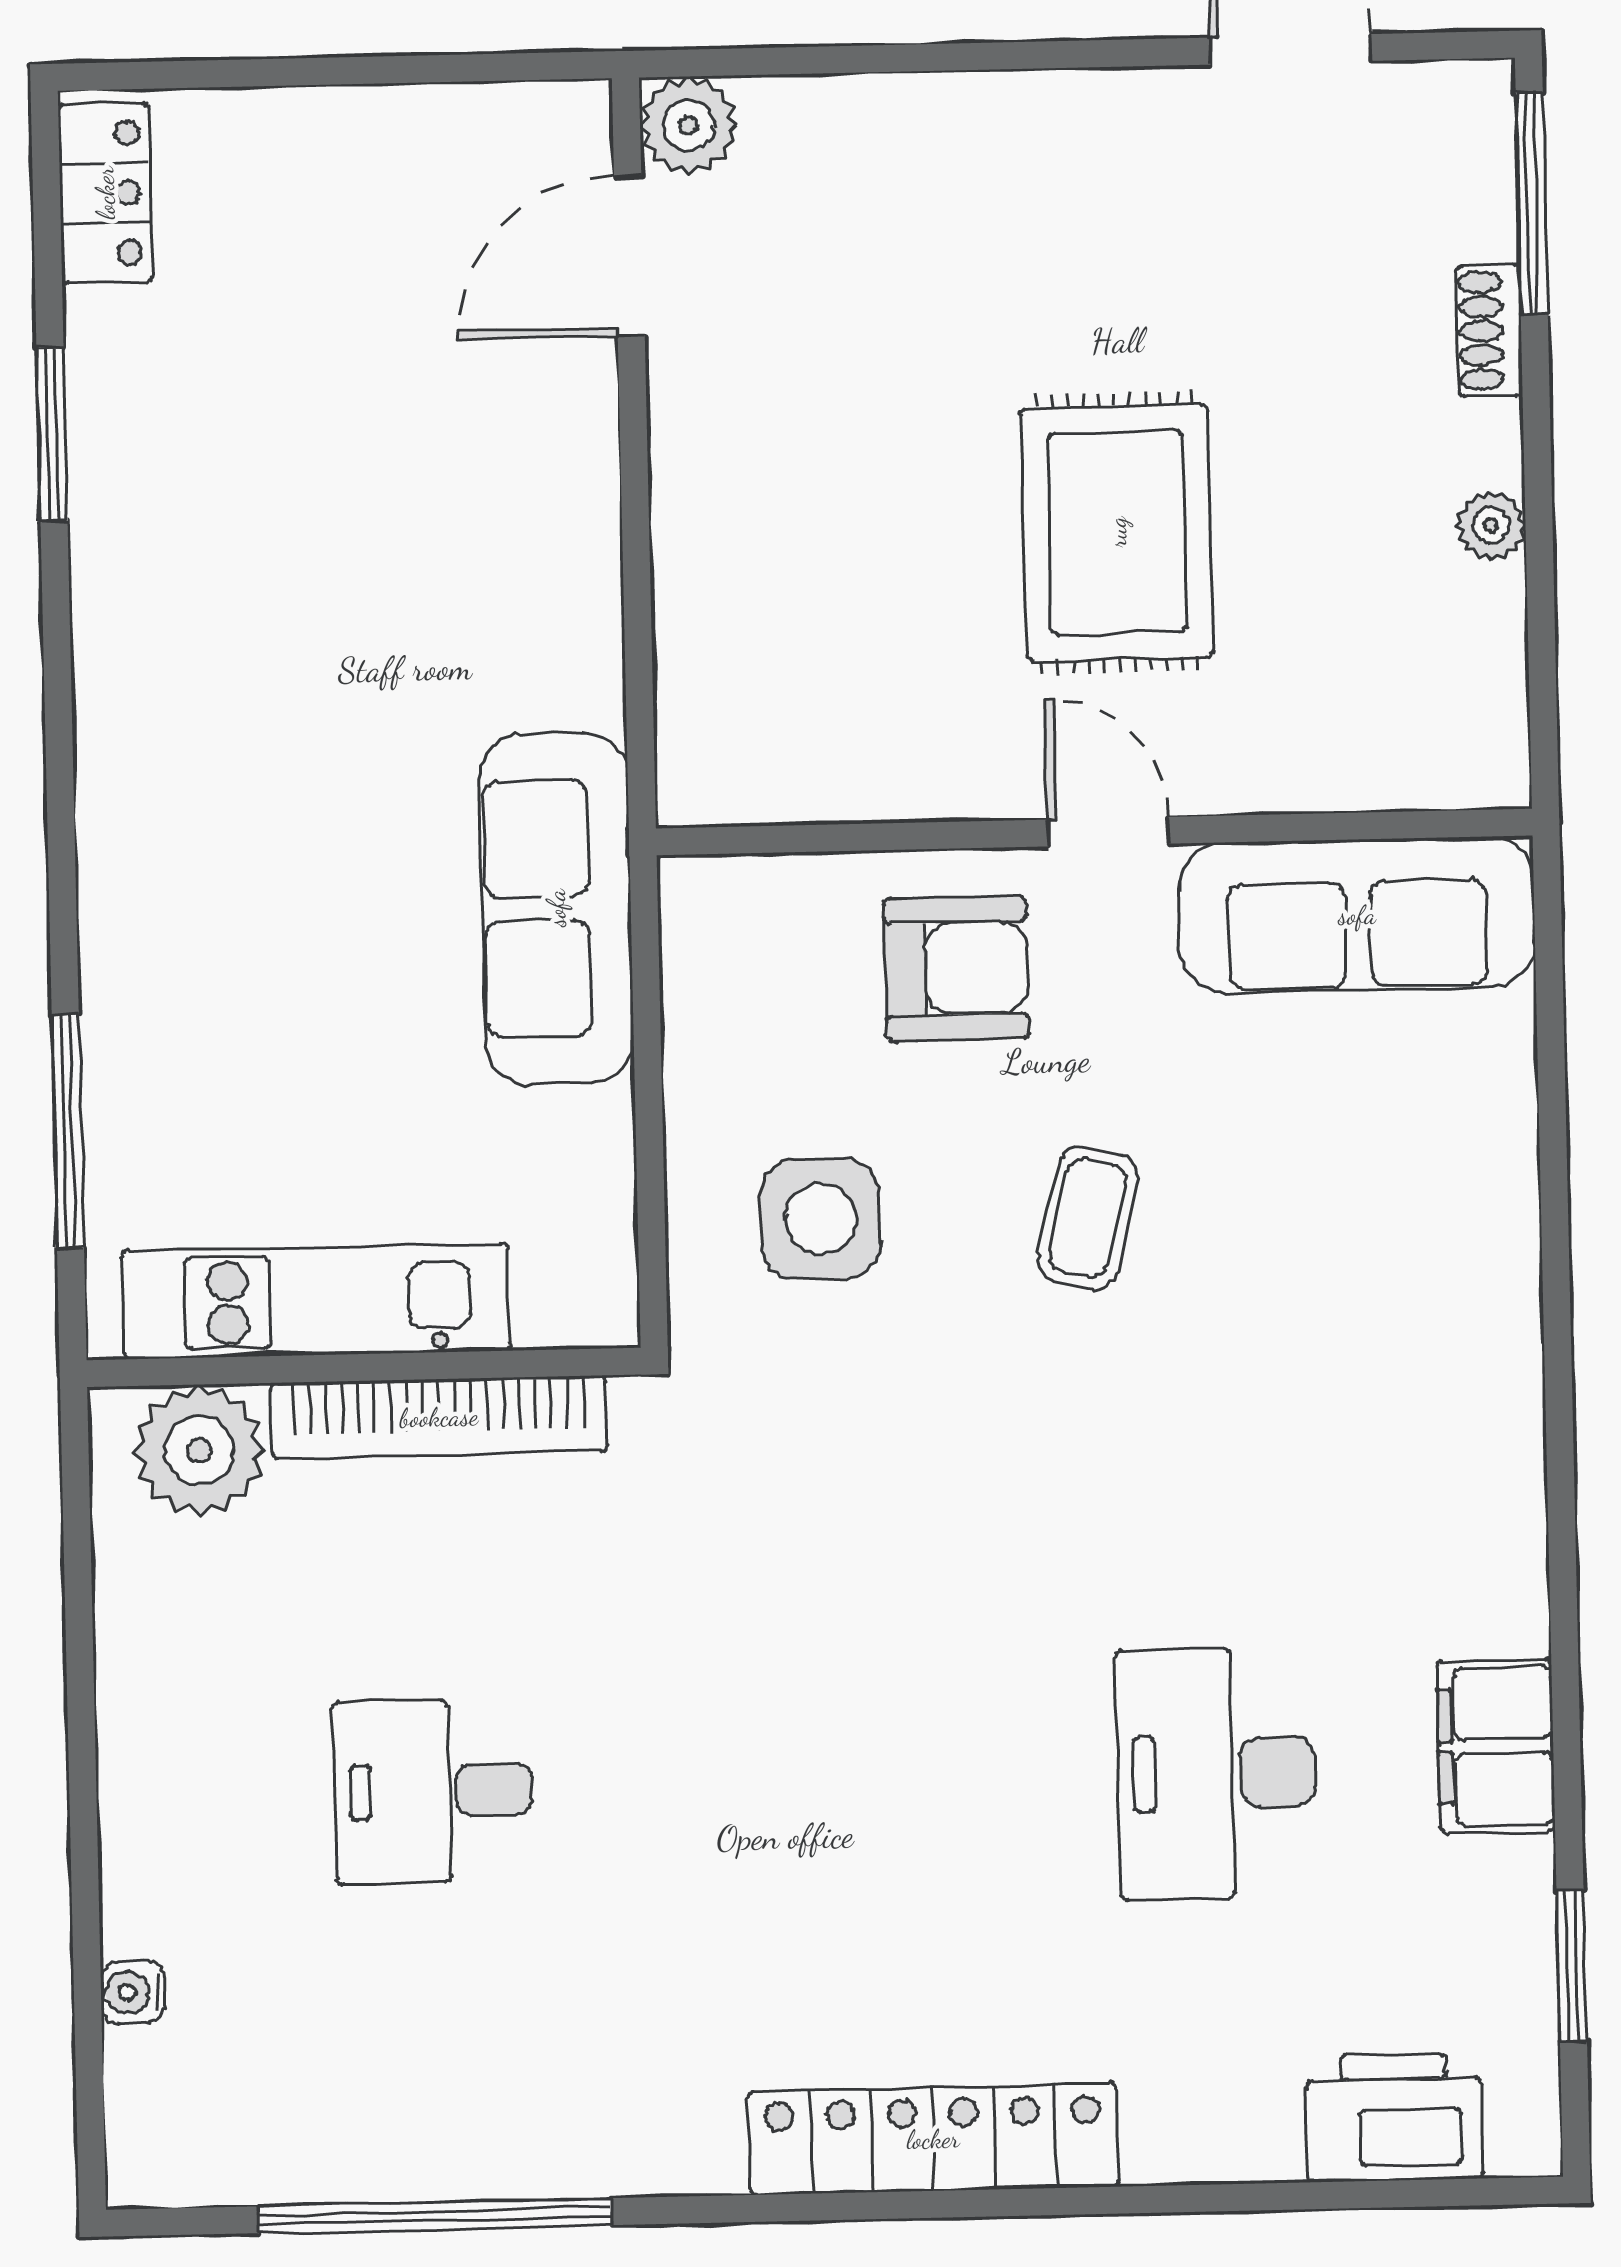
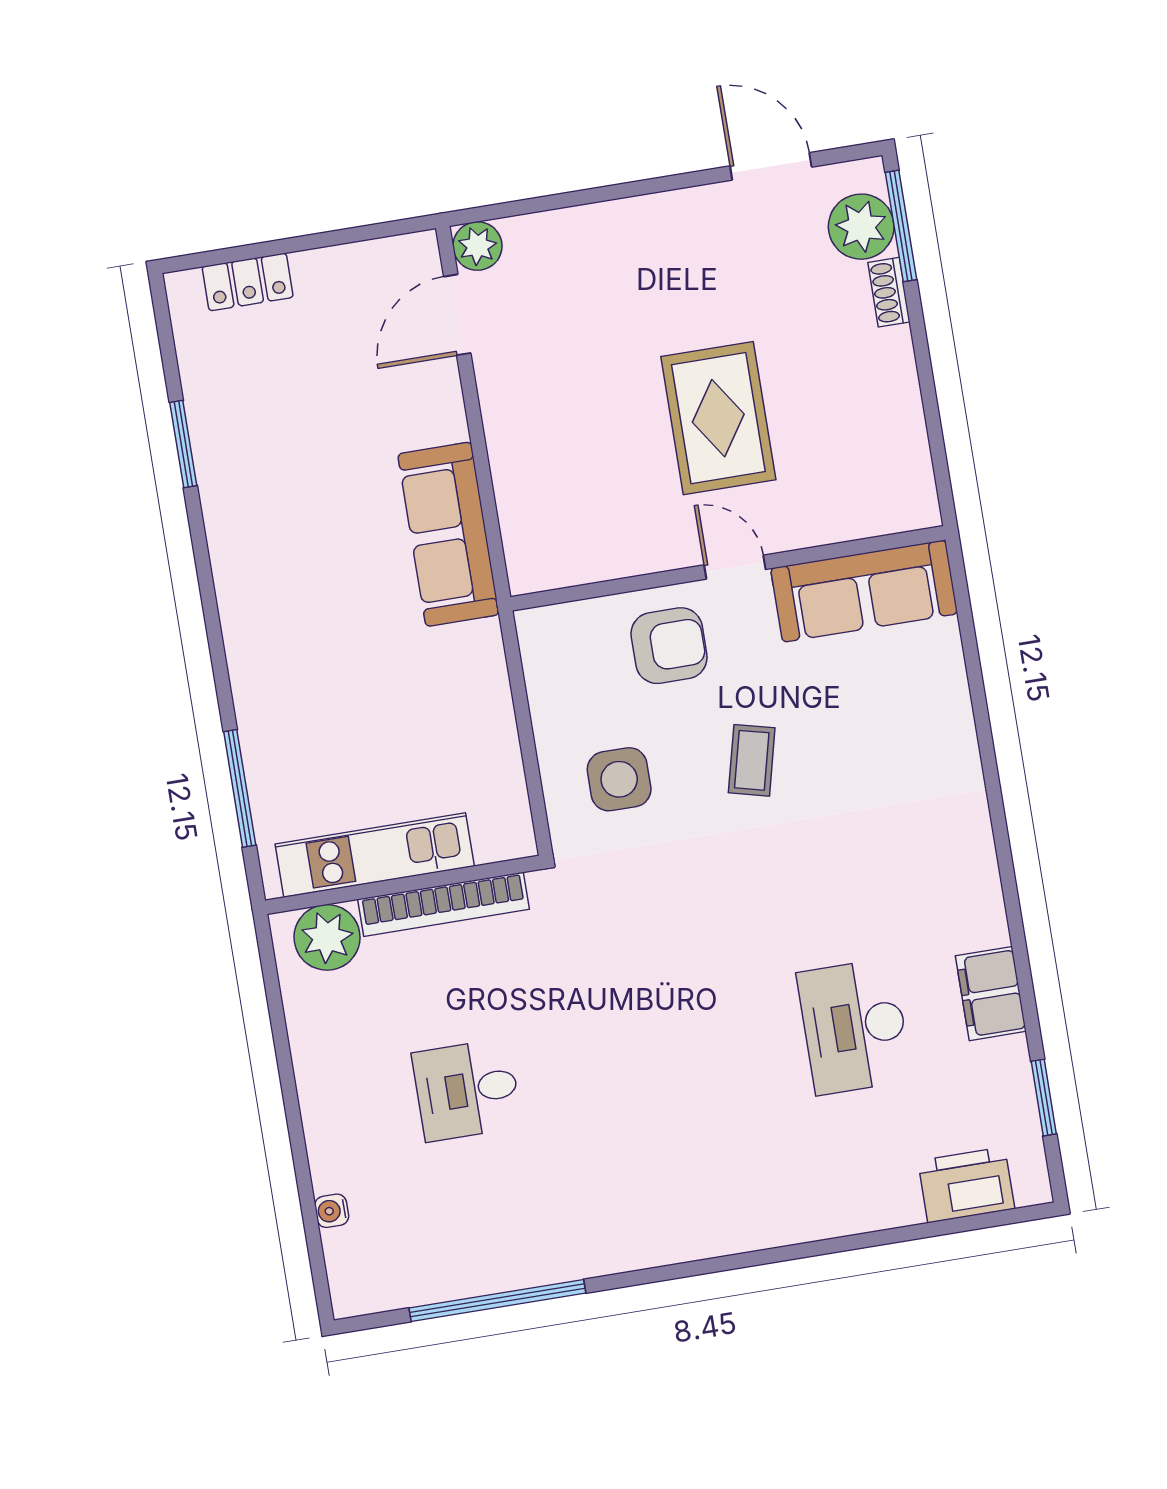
locker: (105, 193) -> (248, 282), moved, turned 90
plant: (1491, 525) -> (861, 227), moved, width x1.88, depth x1.88
sofa: (556, 908) -> (449, 534), moved
locker: (933, 2139) -> (739, 1228), removed

